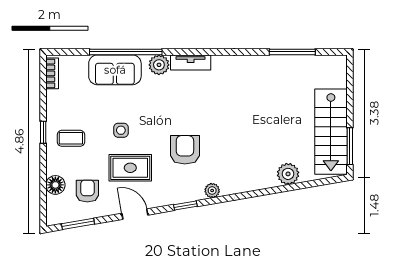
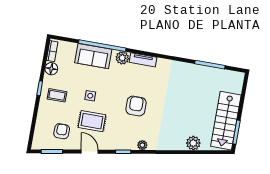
armchair: (185, 150) -> (136, 106), moved
floor lamp: (55, 185) -> (51, 69), moved

